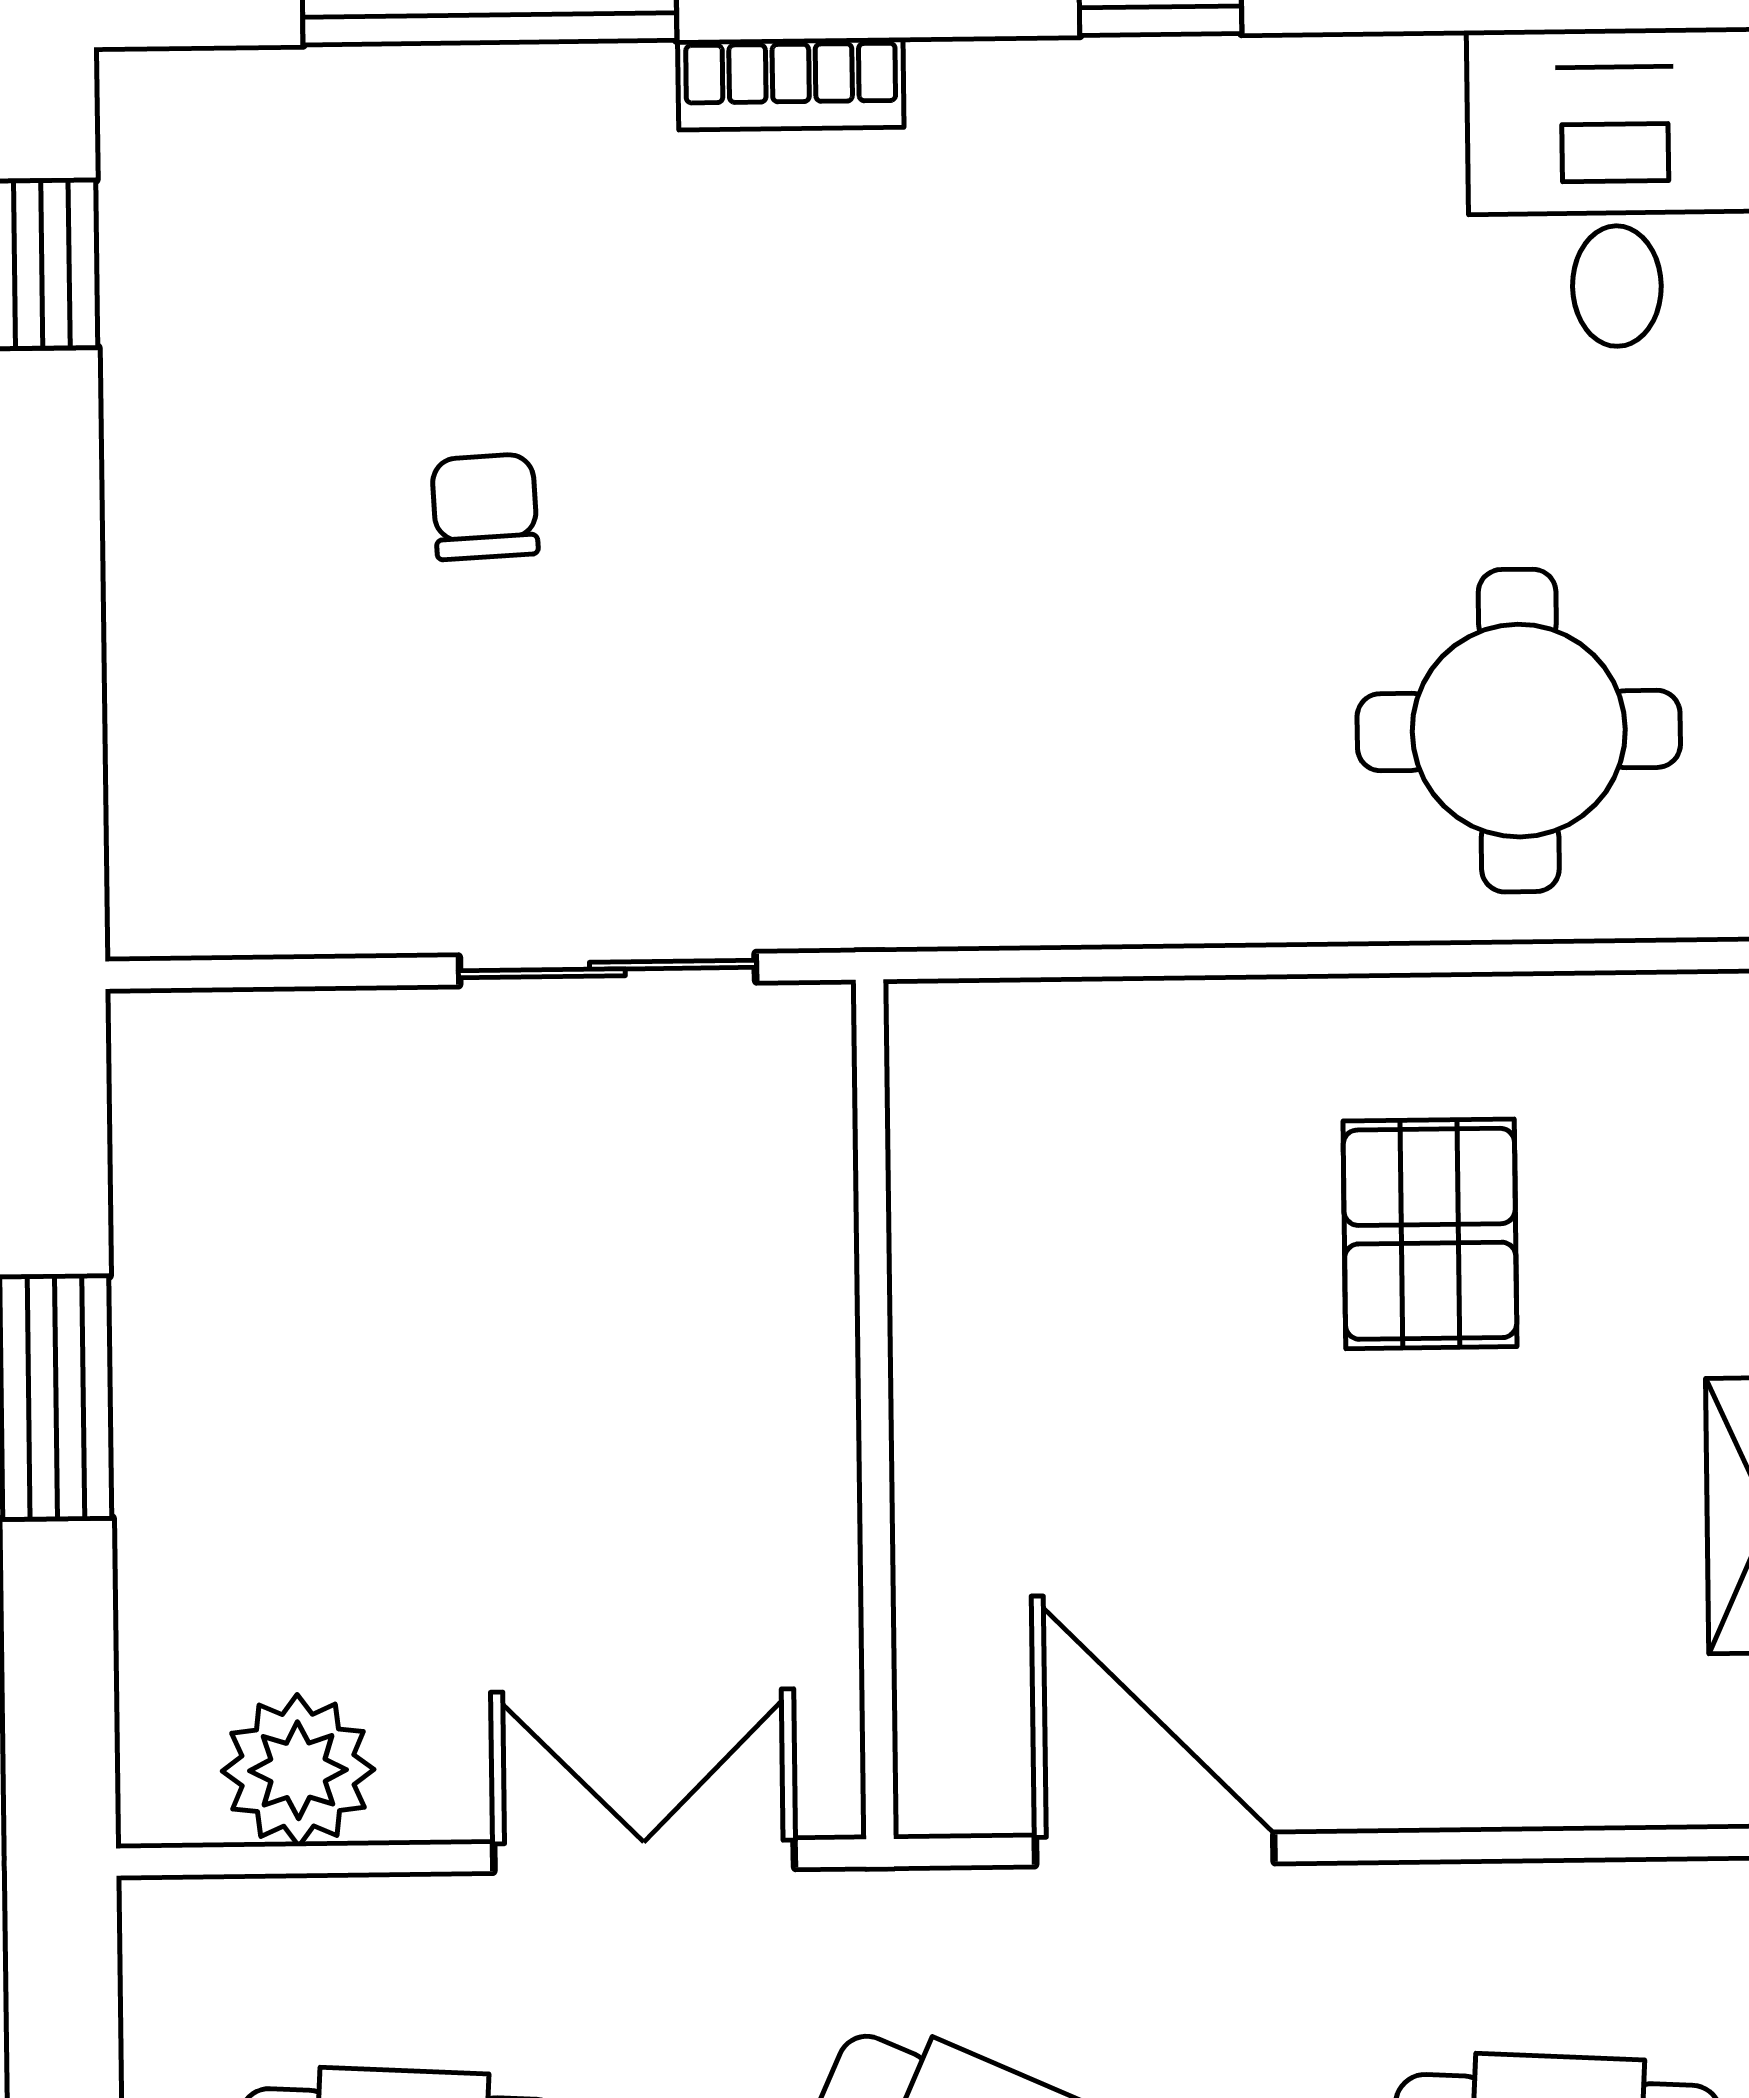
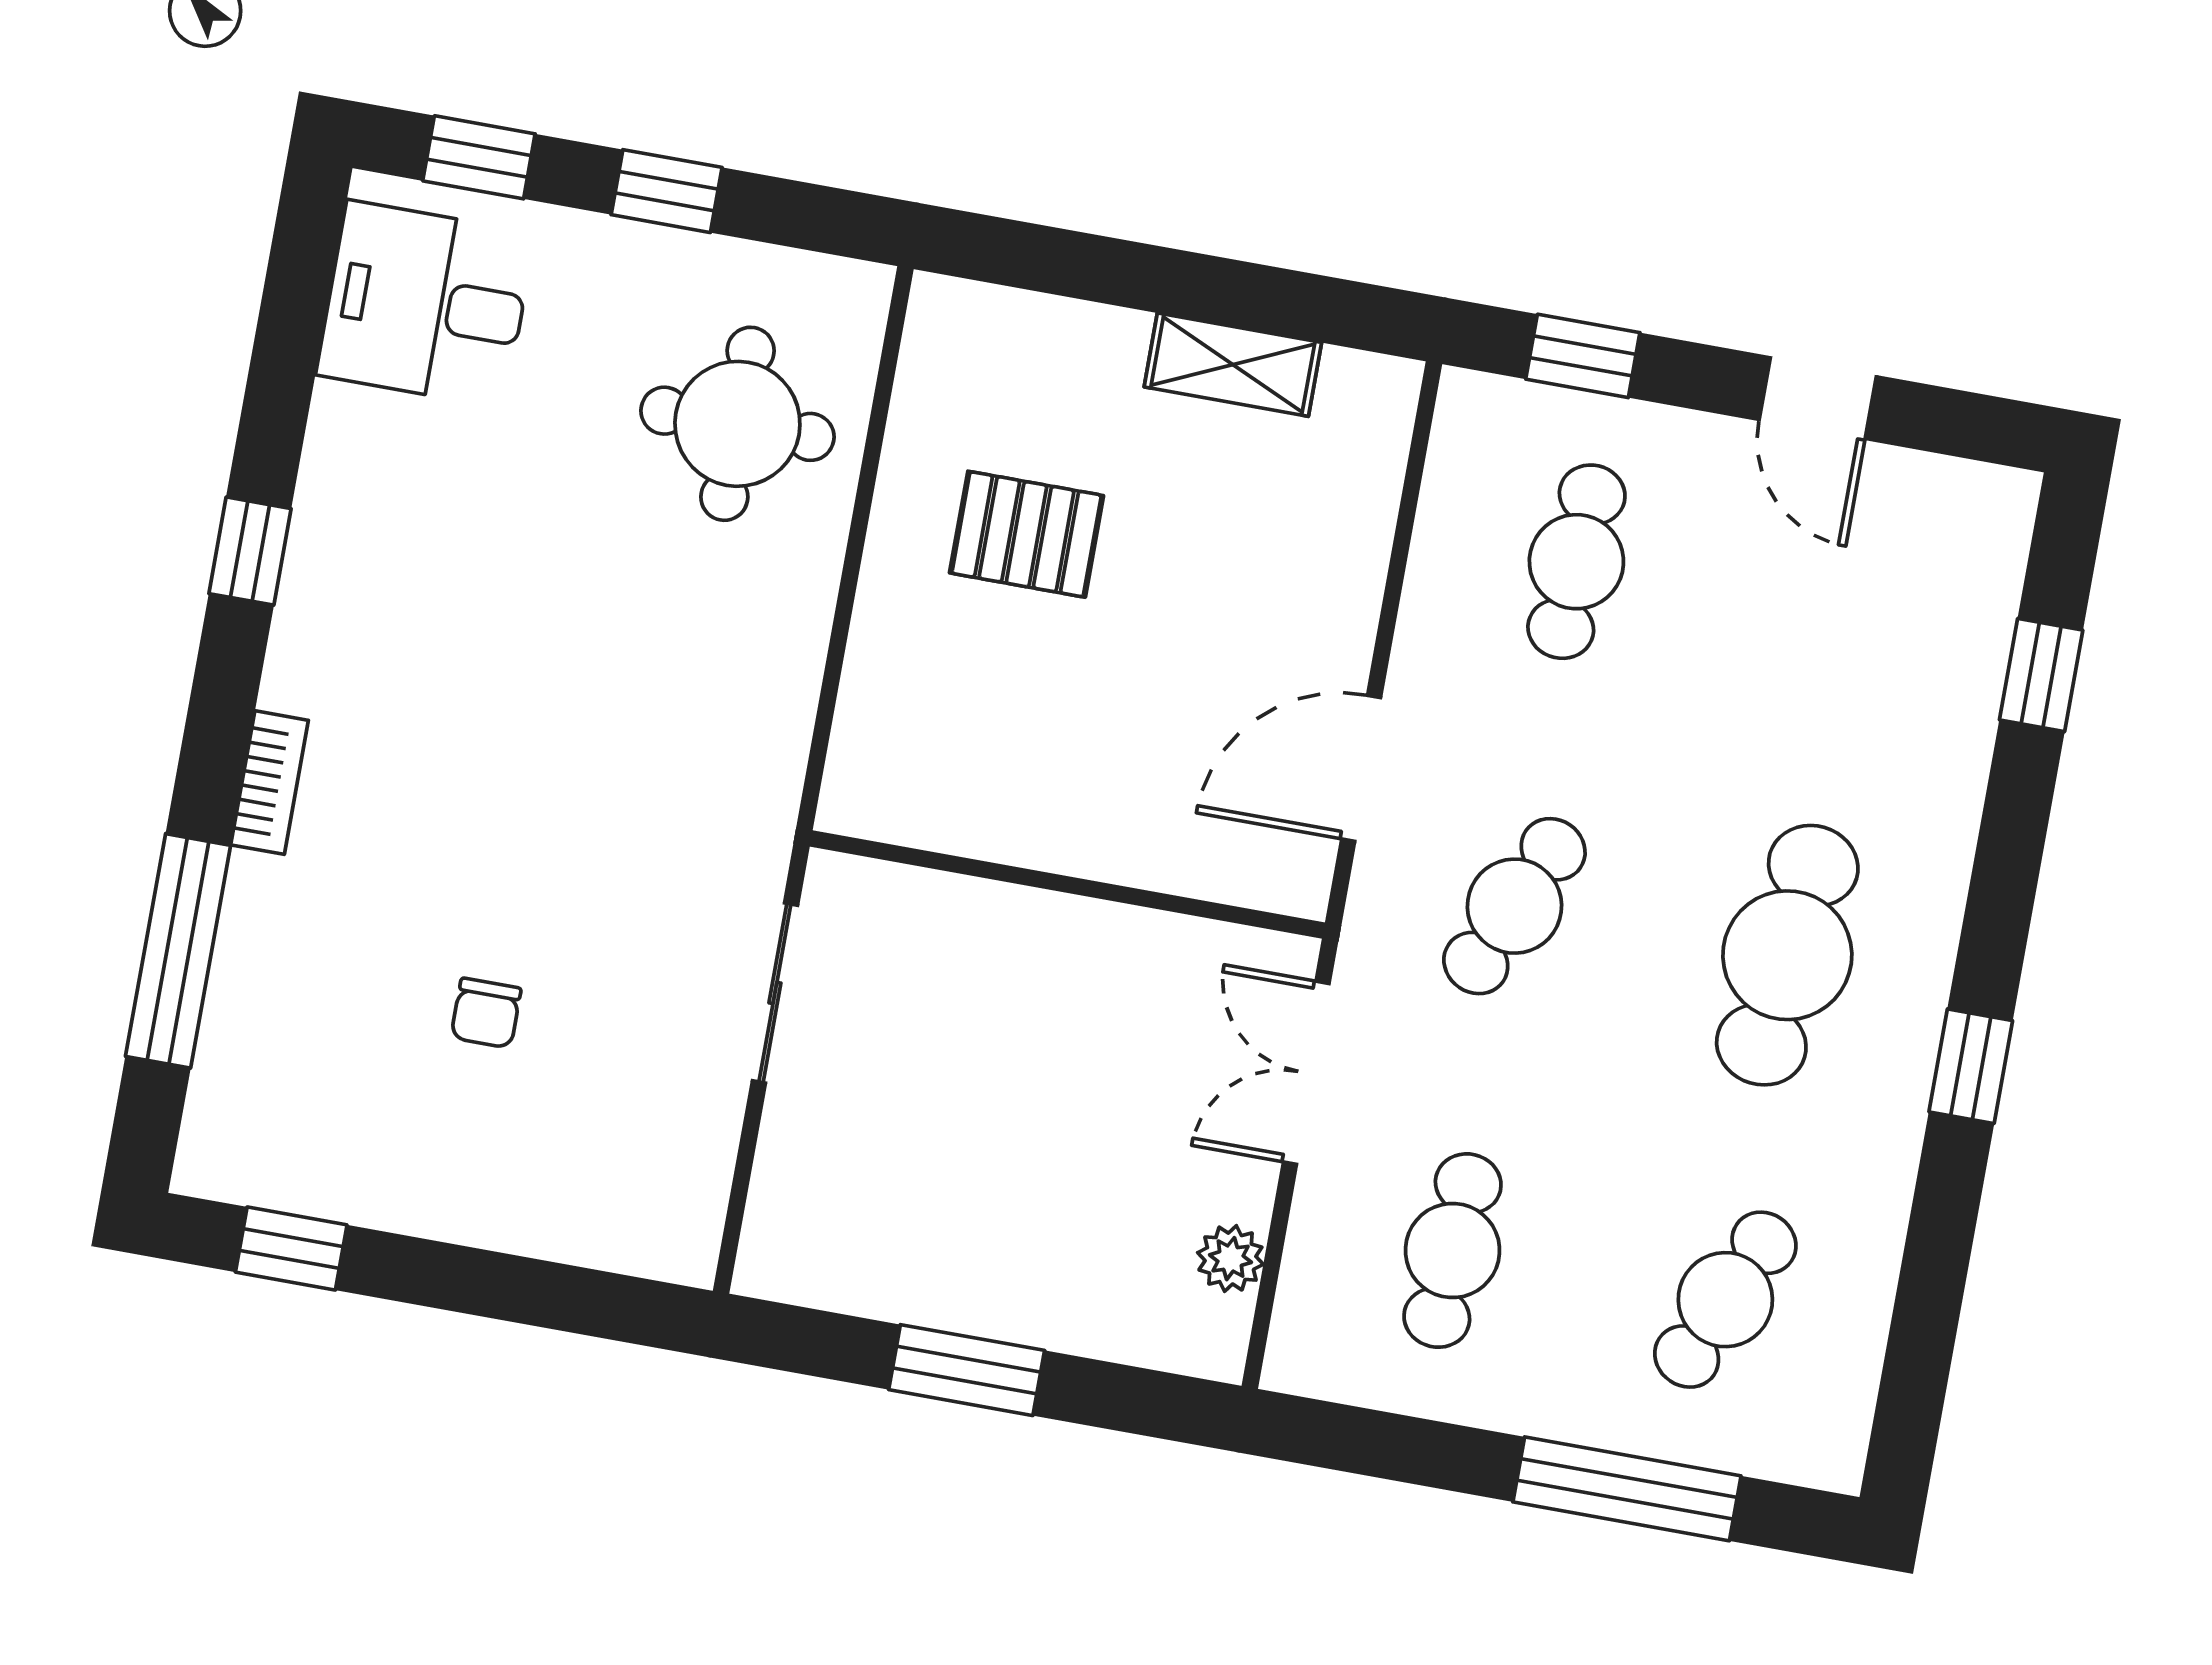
chair: (485, 507) -> (486, 1013), turned -87
plant: (298, 1770) -> (1230, 1259), width x0.73, depth x0.73

